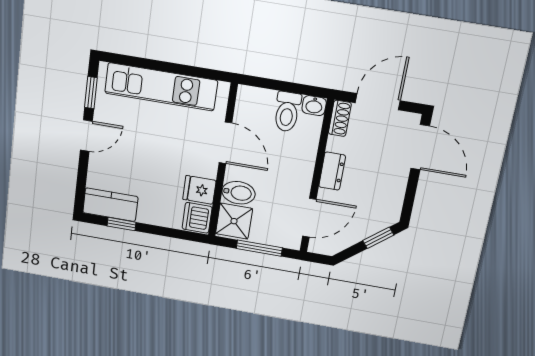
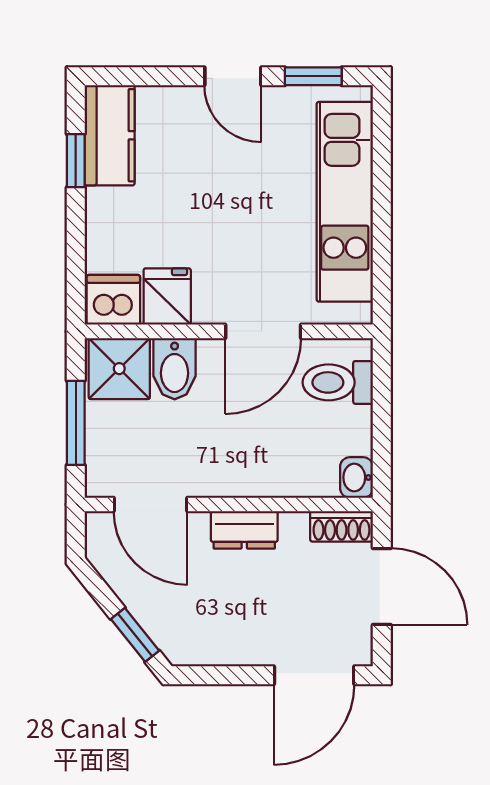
toilet: (287, 112) -> (338, 382), moved

